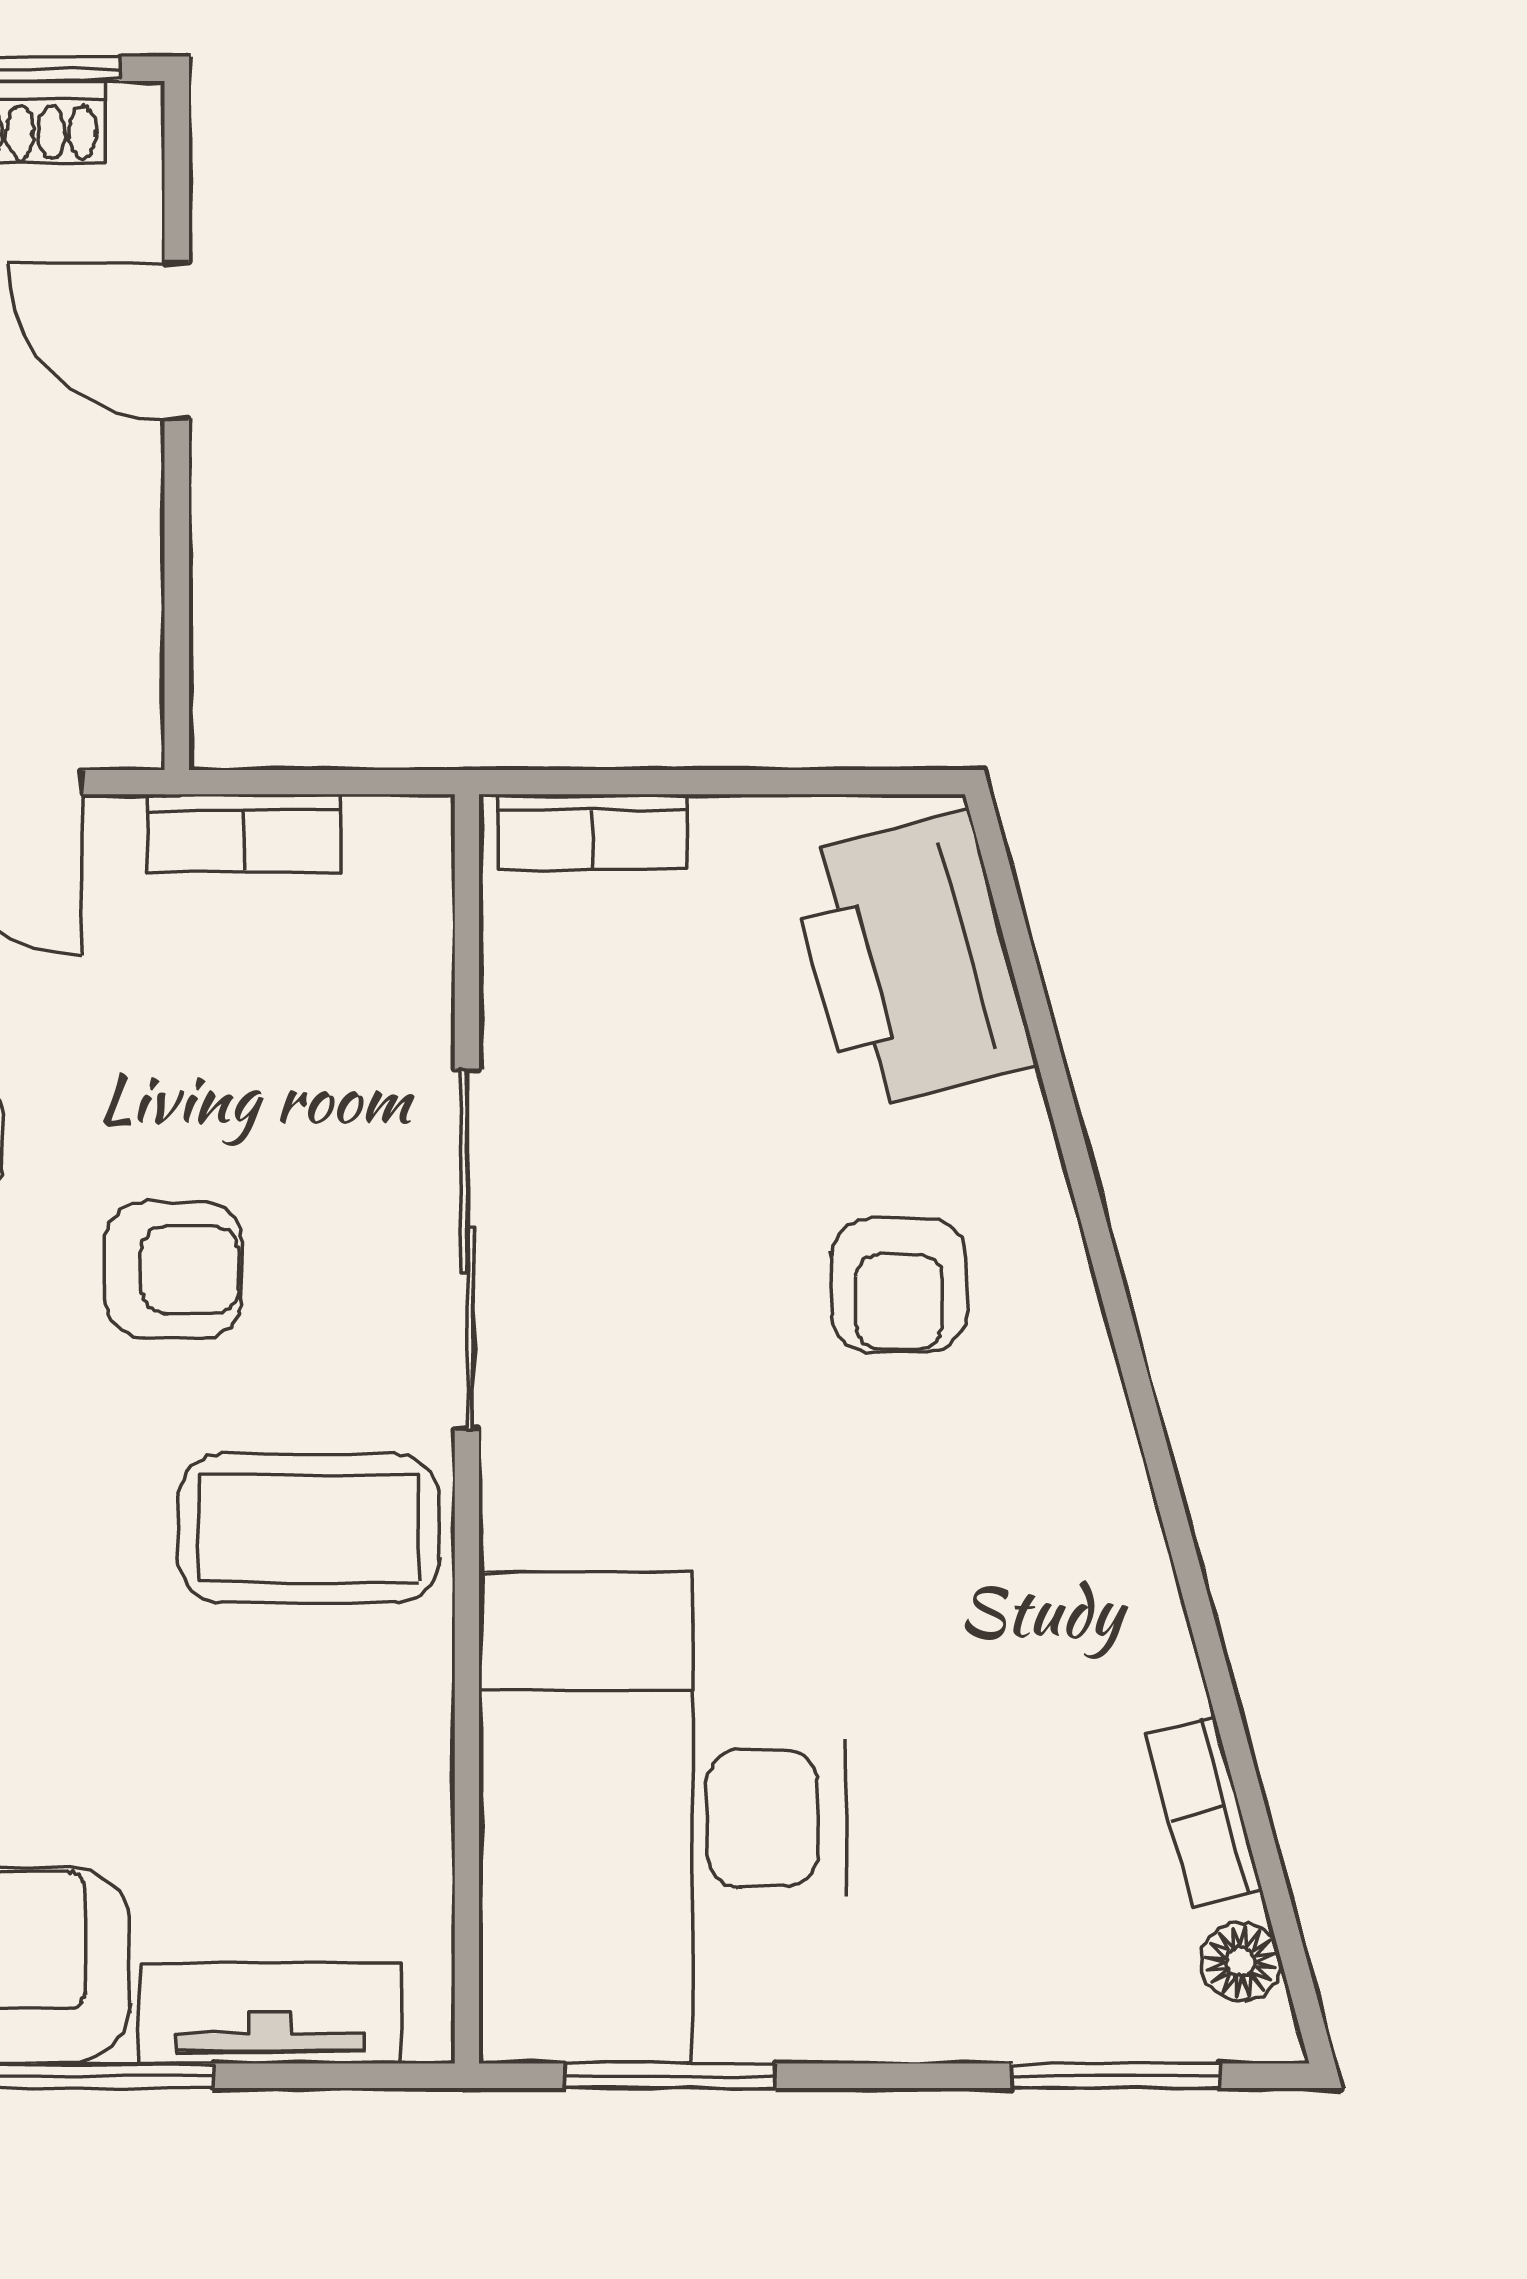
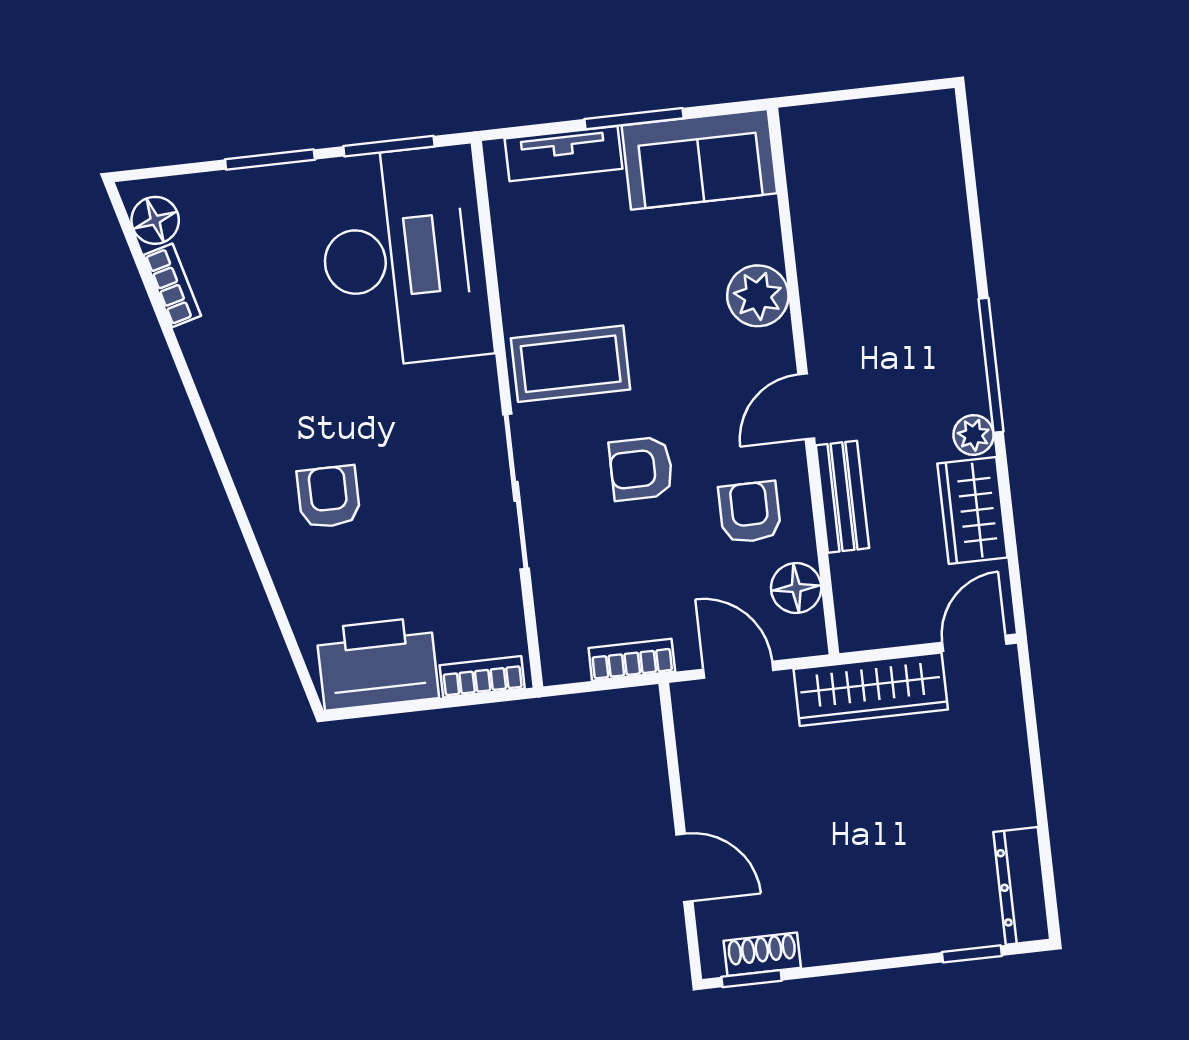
printer: (911, 961) -> (378, 663), moved, turned -75
floor lamp: (1241, 1962) -> (155, 220), width x1.37, depth x1.37
window: (1115, 2076) -> (270, 160), moved

